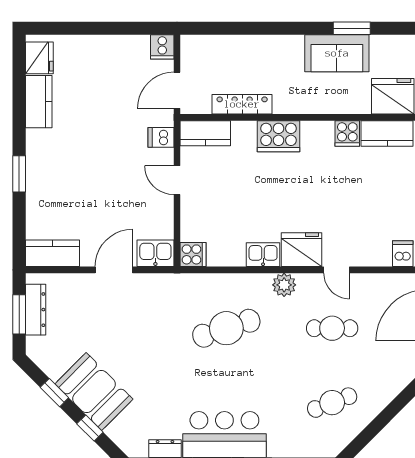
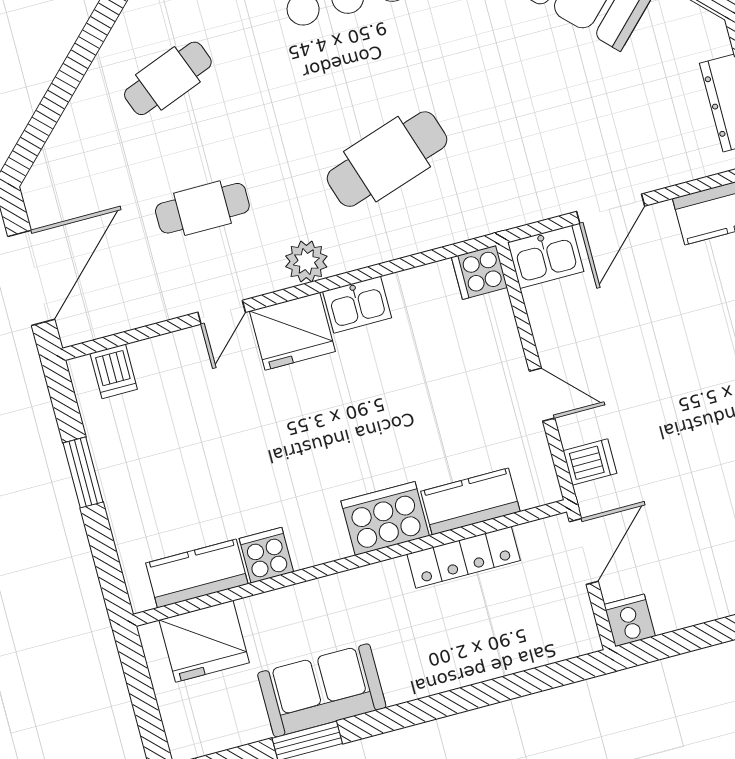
kitchen counter: (205, 133) -> (470, 501), moved
door: (337, 270) -> (222, 312), swing flipped

